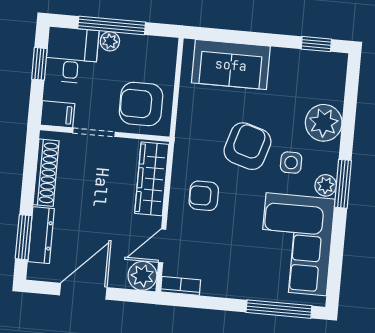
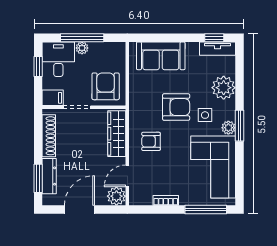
tv unit: (320, 61) -> (217, 49), added
armchair: (141, 104) -> (106, 86), turned 90
armchair: (247, 146) -> (176, 107), turned 73
bookcase: (181, 286) -> (166, 200), moved

